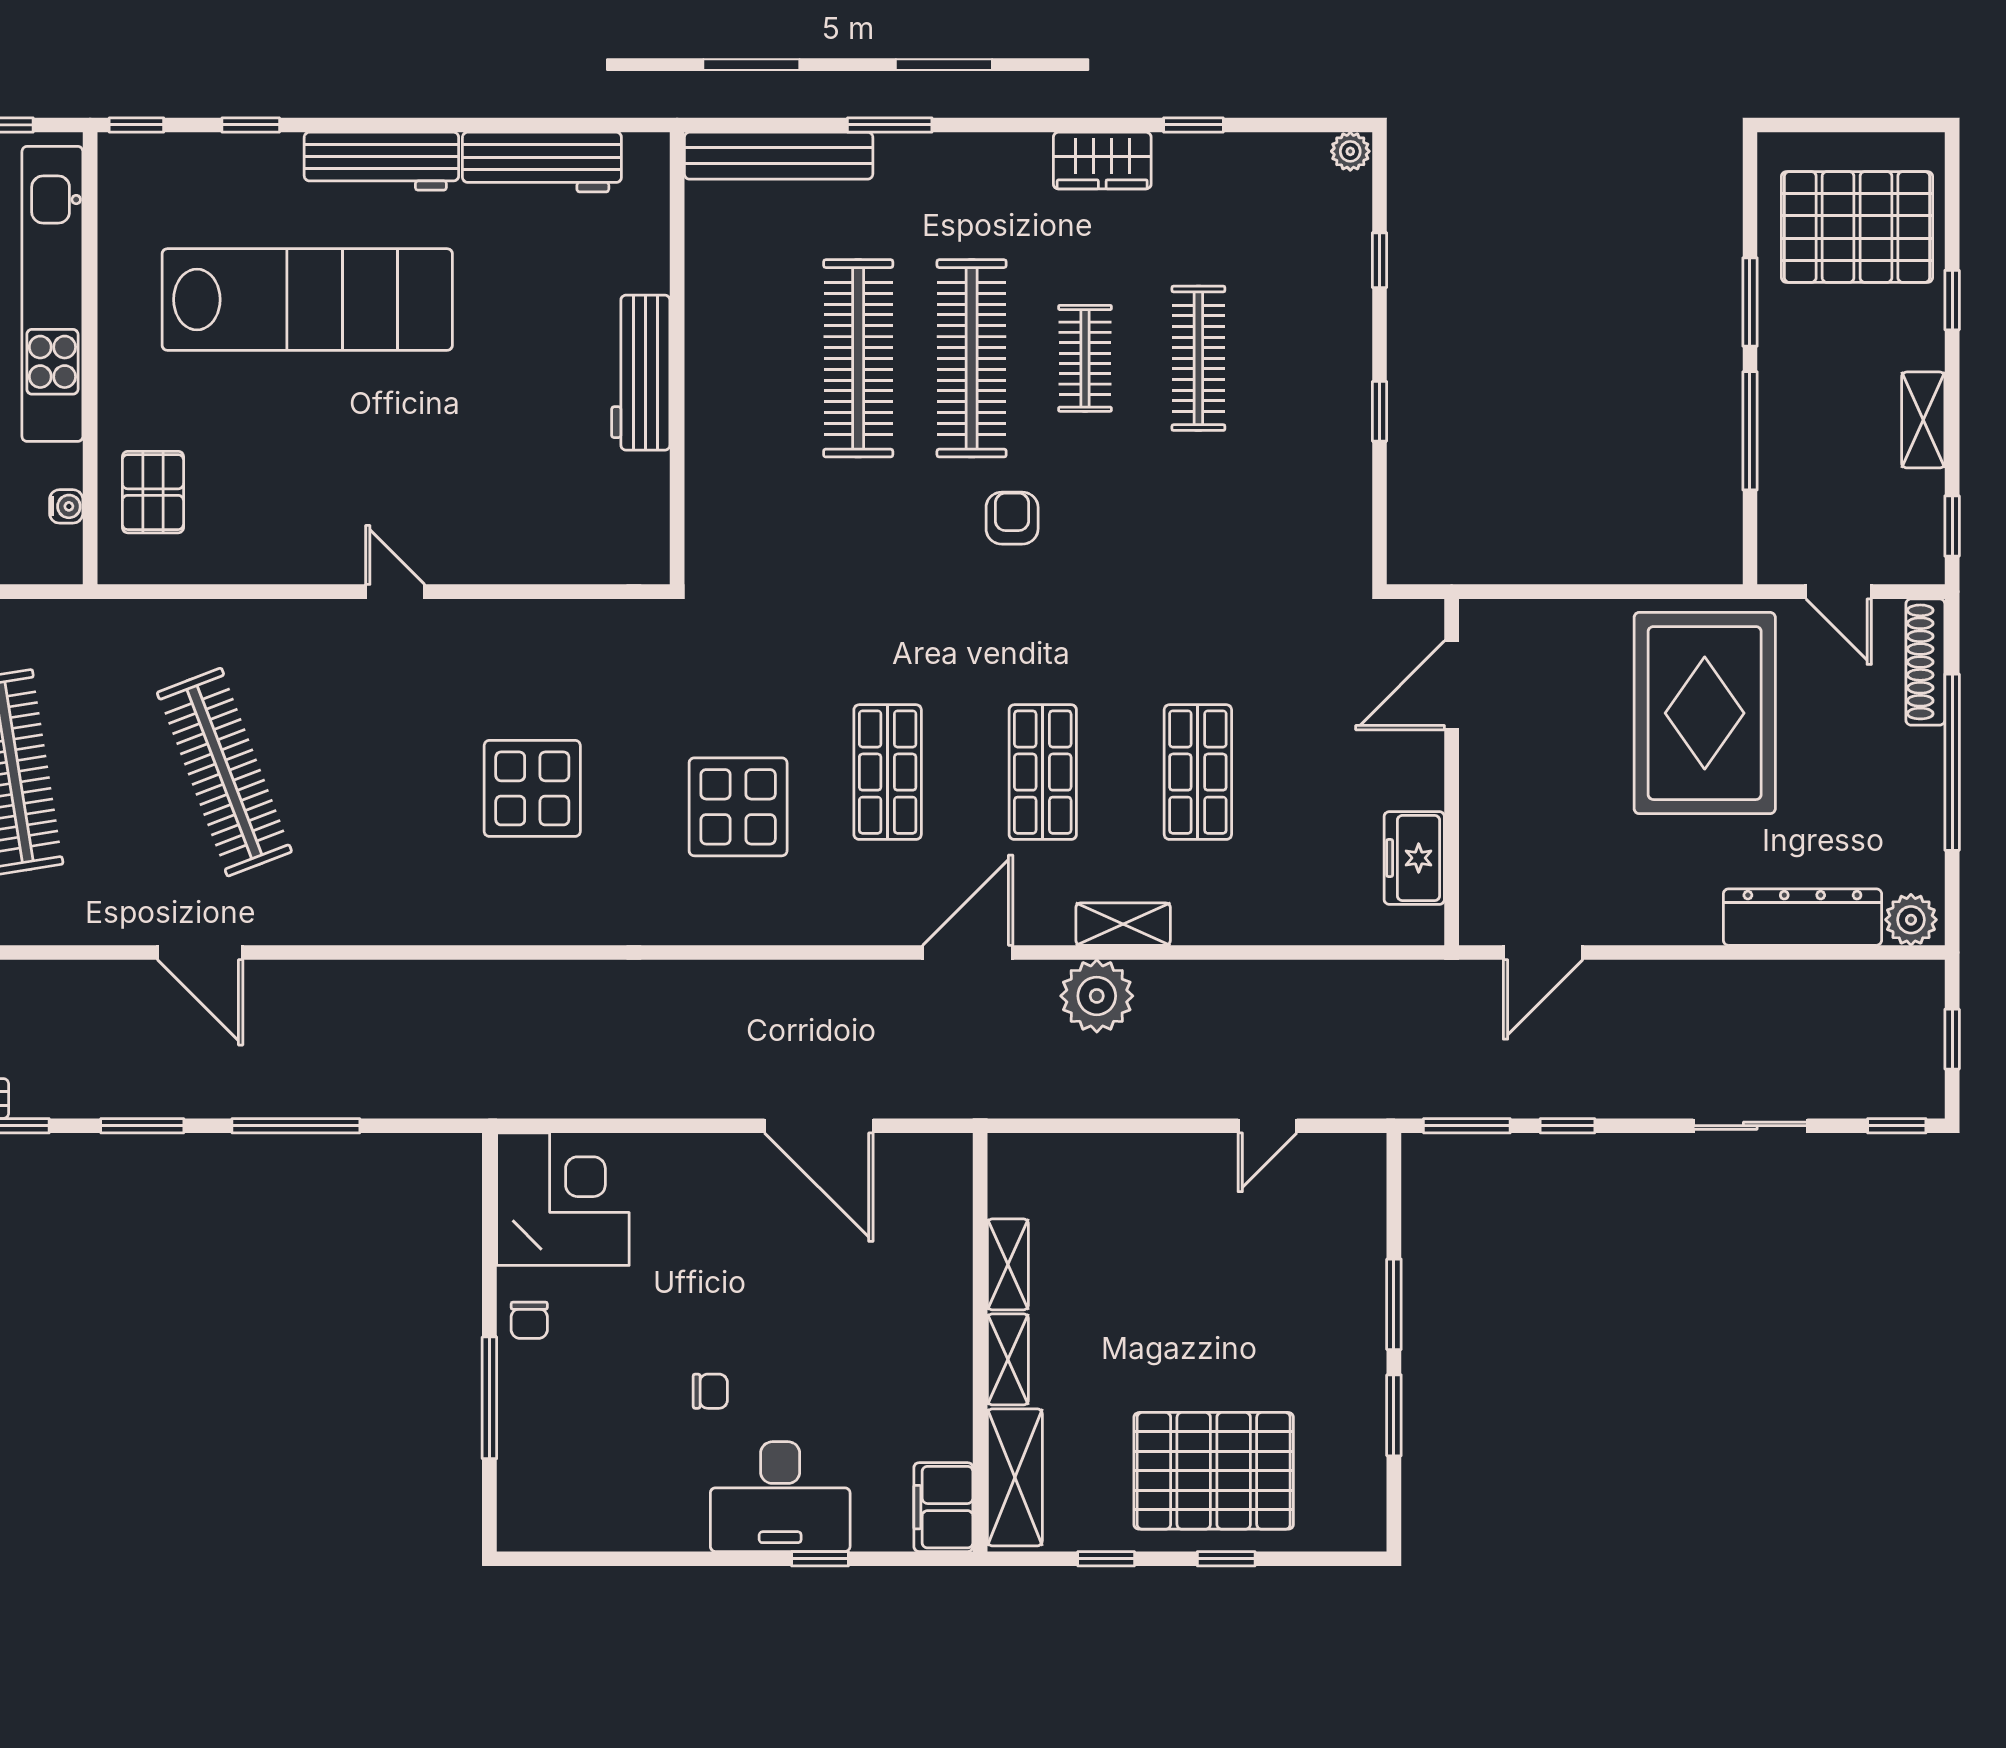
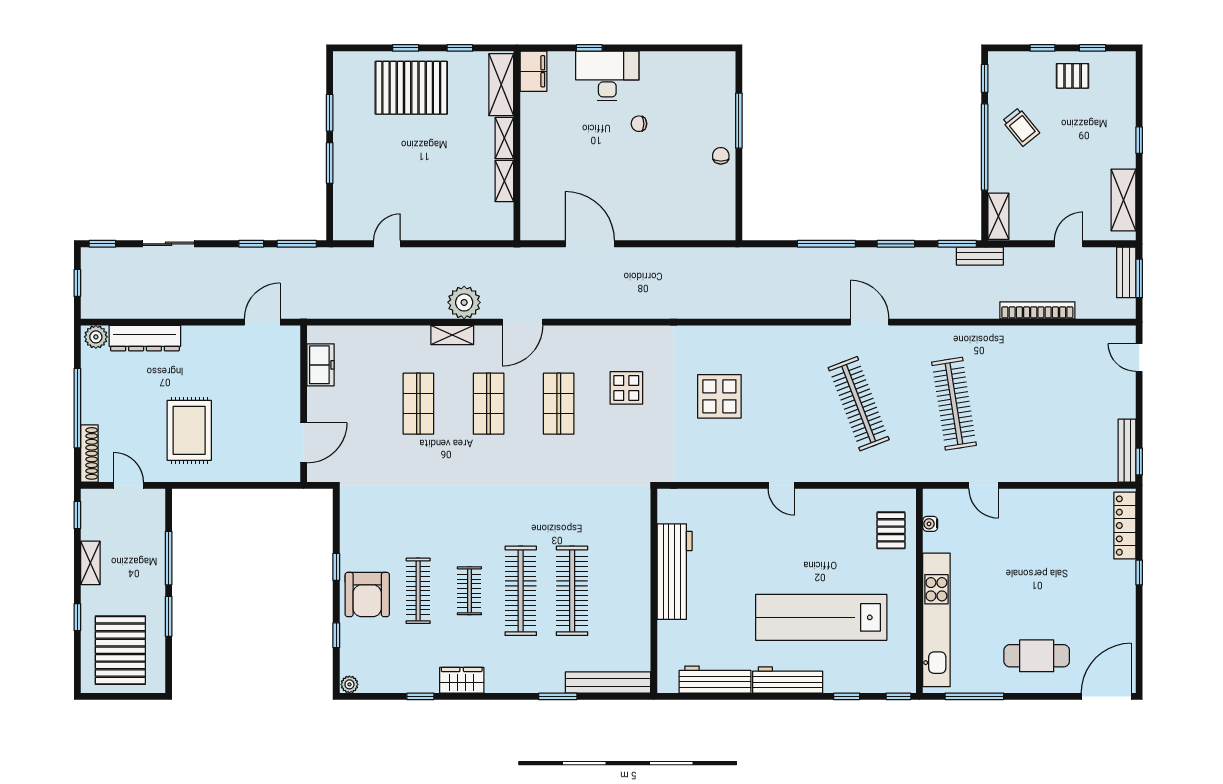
pallet: (1857, 227) -> (120, 650), turned 90
workbench: (641, 373) -> (675, 572), width x1.36, depth x1.32
armchair: (1012, 518) -> (367, 595), moved, width x1.88, depth x1.88
rug: (1705, 713) -> (189, 430), width x0.73, depth x0.69
display table: (738, 807) -> (626, 388), width x0.73, depth x0.73
corner desk: (563, 1199) -> (706, 211), removed

